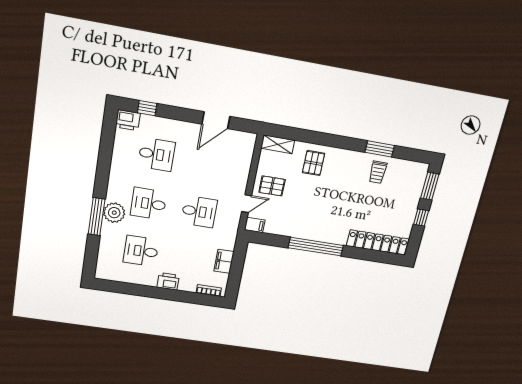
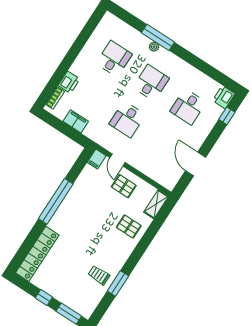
pallet: (272, 186) -> (124, 186), turned 90
plant: (114, 213) -> (154, 47), width x0.53, depth x0.53
printer: (168, 281) -> (69, 82), moved

